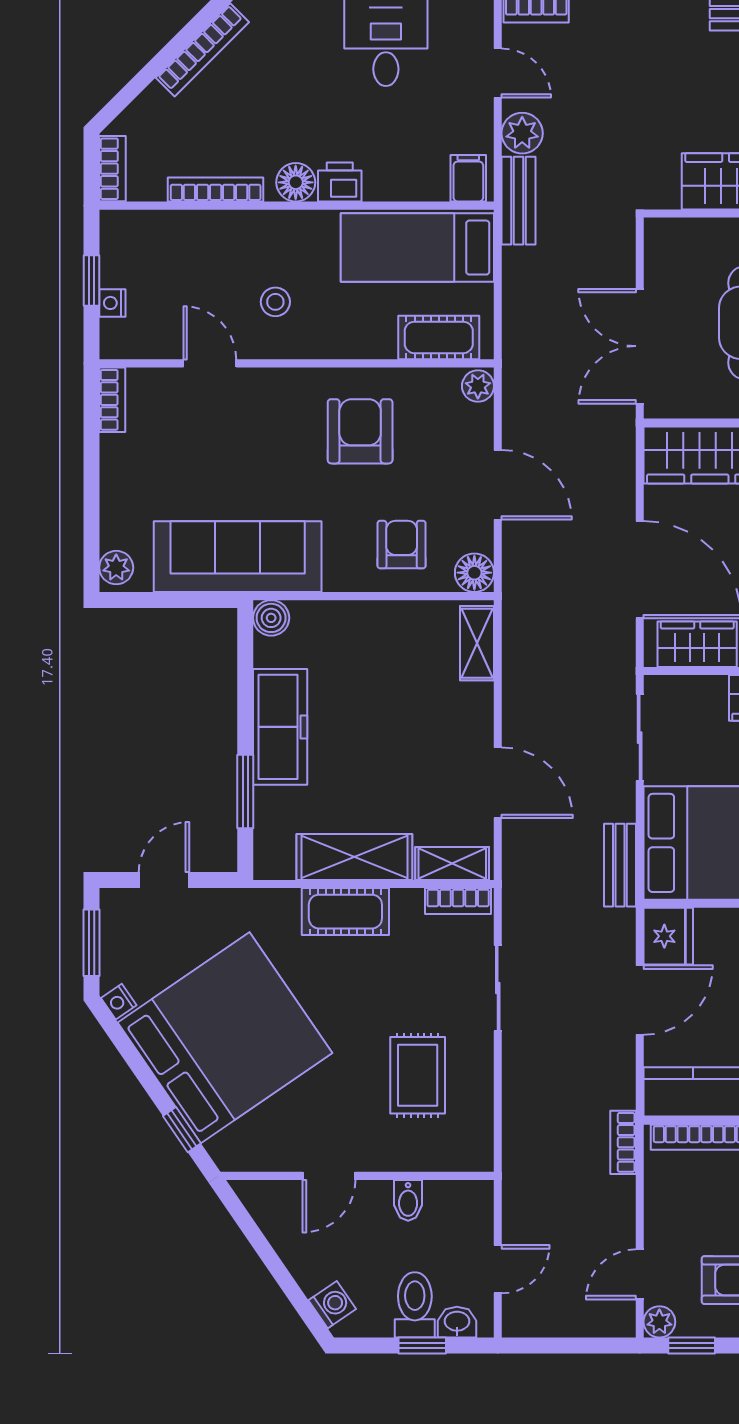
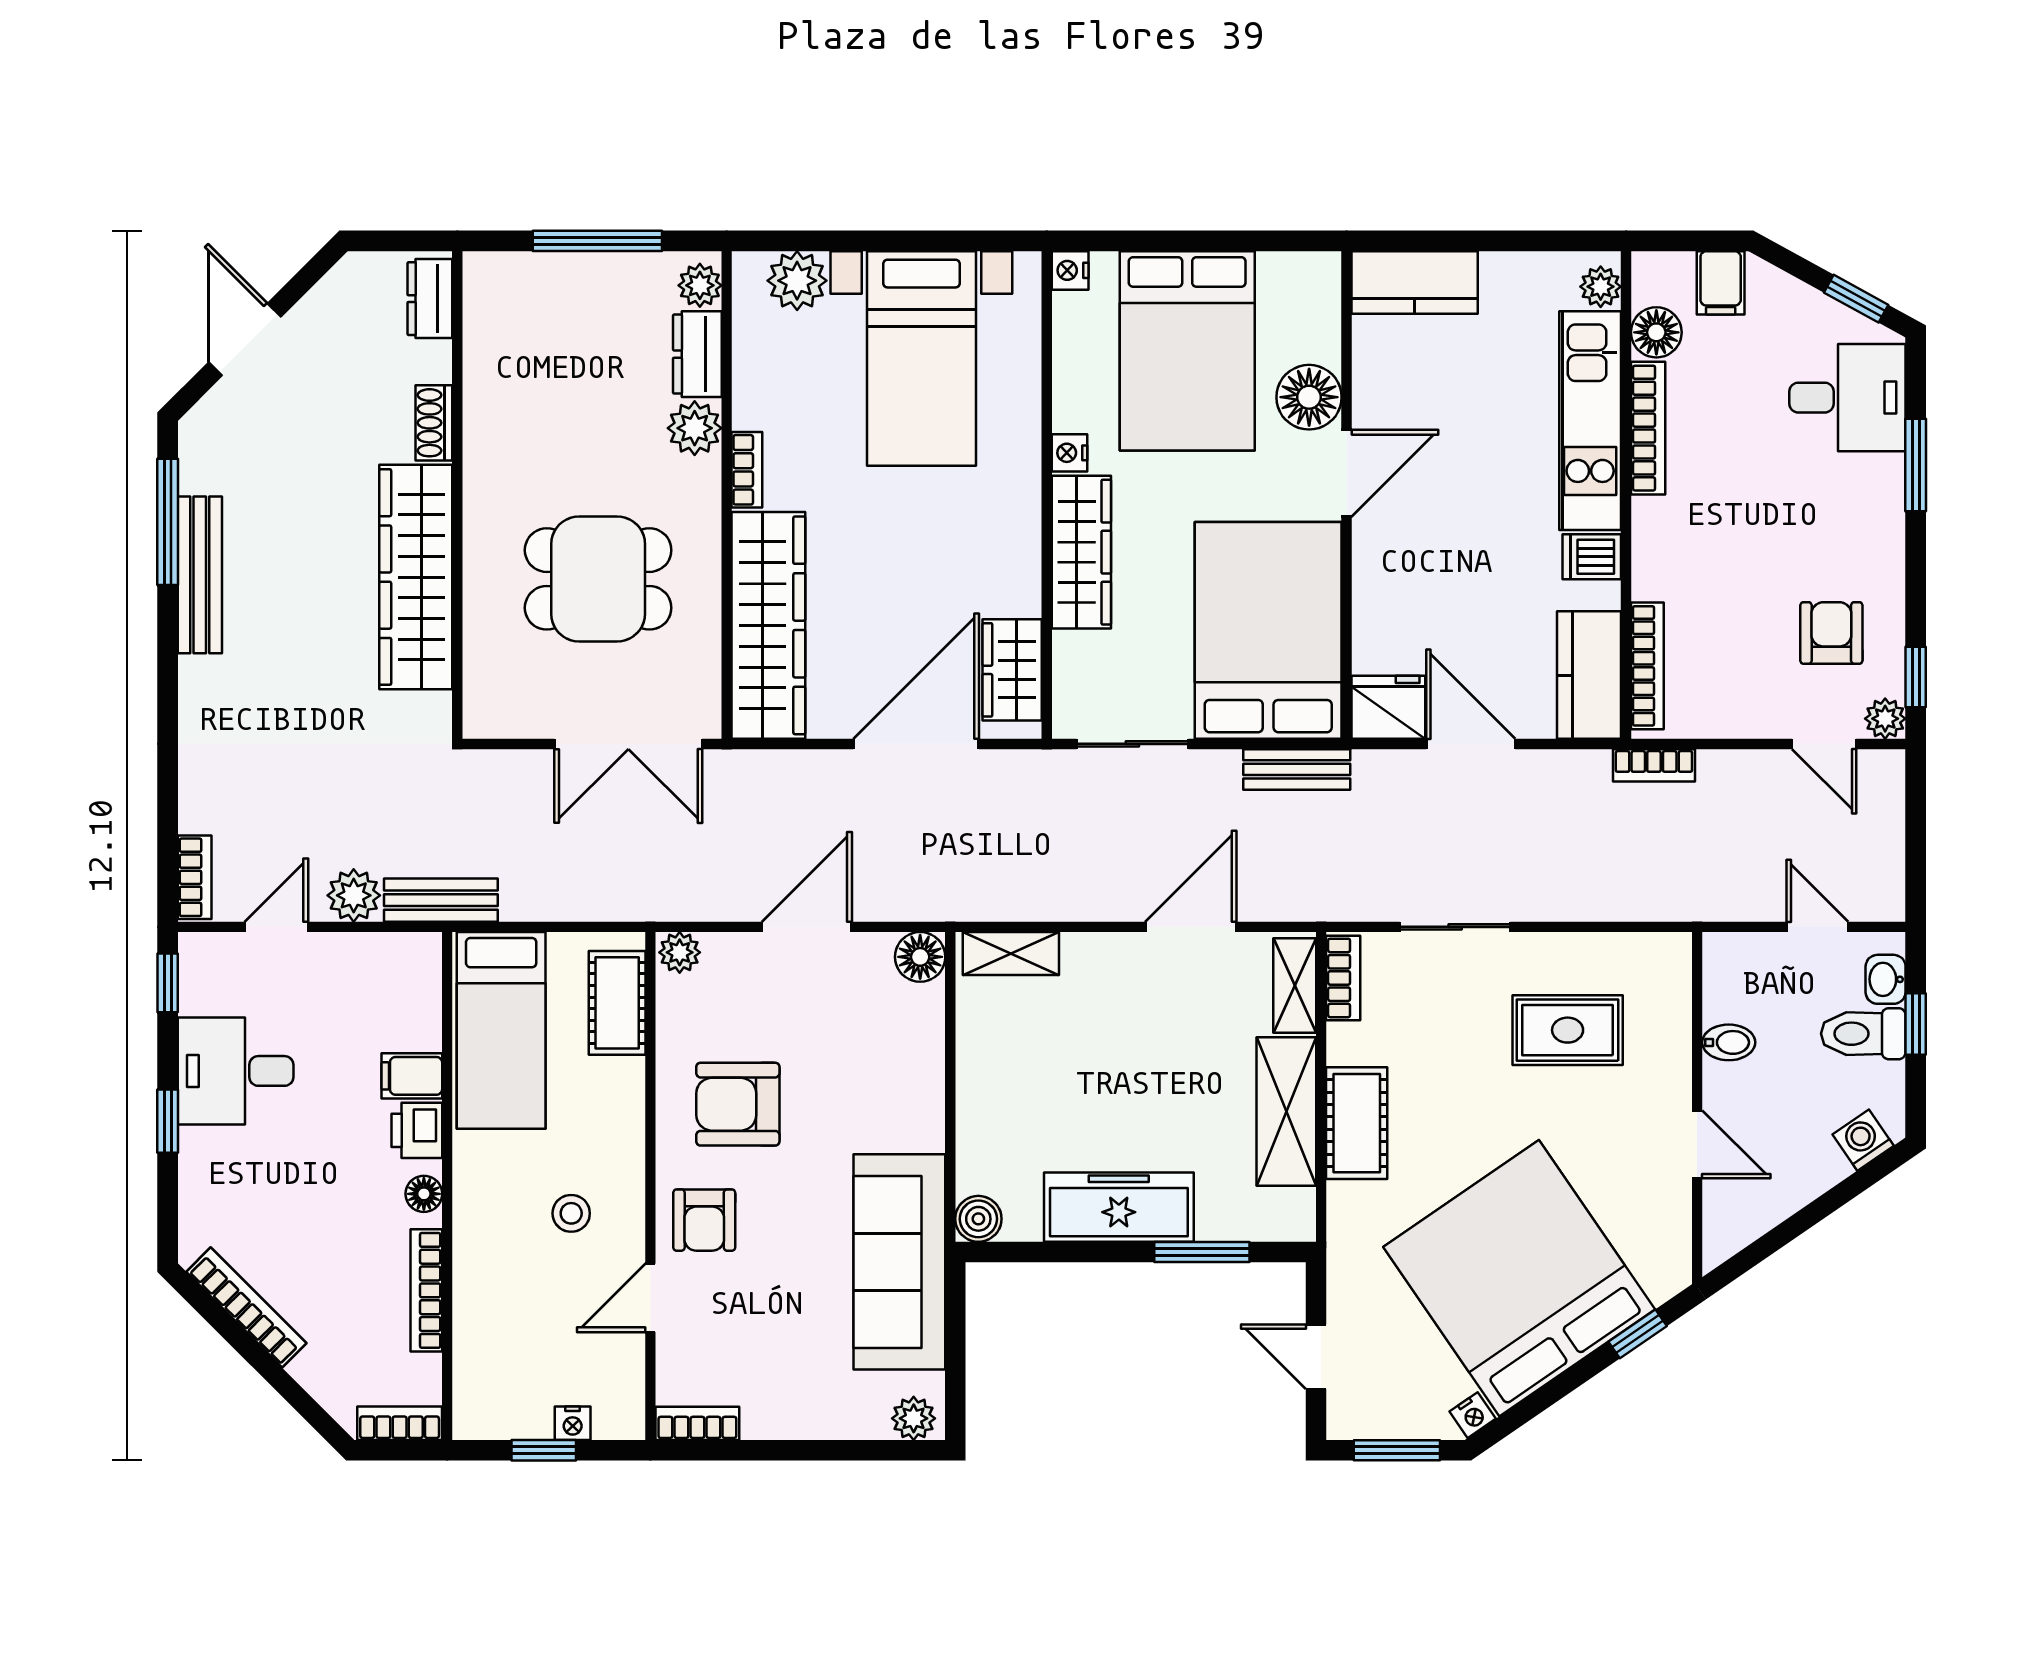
filing cabinet: (468, 178) -> (412, 1076), moved
floor lamp: (296, 182) -> (424, 1194), width x0.73, depth x0.73
armchair: (402, 545) -> (704, 1220), moved, turned -90

